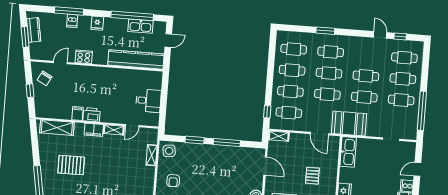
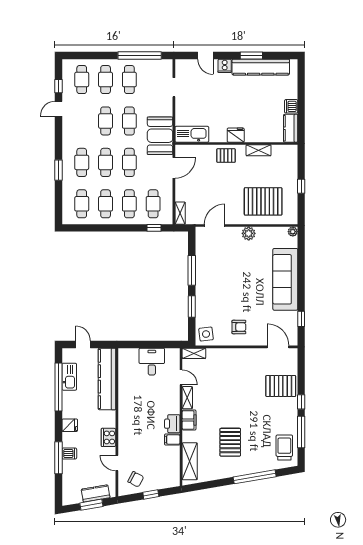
kitchen counter: (34, 30) -> (96, 493), moved
shelving: (152, 155) -> (194, 353), moved
pallet: (312, 176) -> (226, 156), moved

